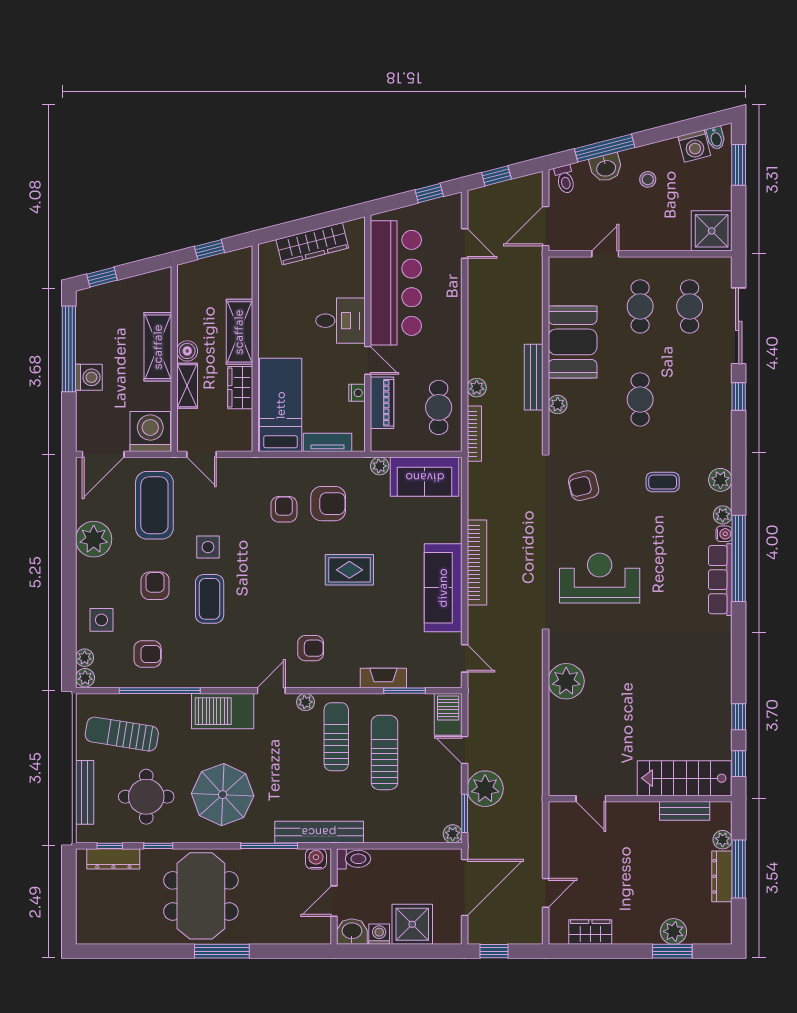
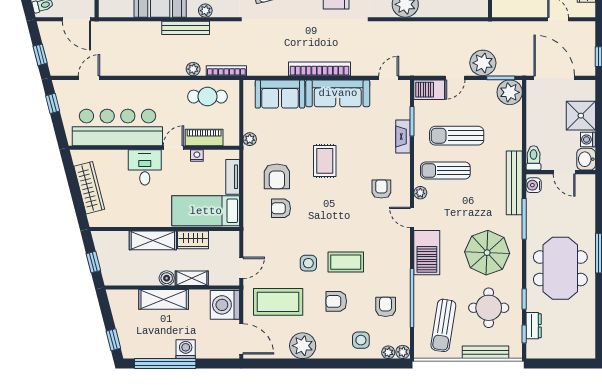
sofa: (425, 477) -> (280, 94), moved, turned 90
armchair: (328, 504) -> (277, 176), turned 180
plant: (453, 834) -> (510, 92), width x1.88, depth x1.88
dresser: (113, 859) -> (534, 326), width x0.70
meeting table: (201, 896) -> (560, 268), turned 90

